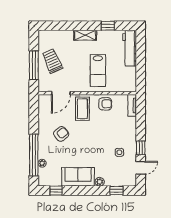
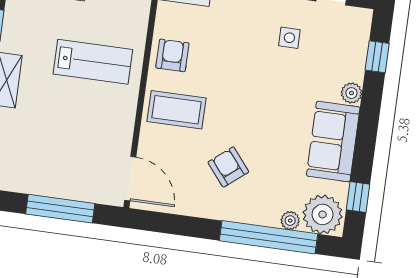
trolley: (52, 61) -> (56, 164), removed
door: (61, 93) -> (130, 179), moved
plant: (47, 177) -> (323, 214), added

